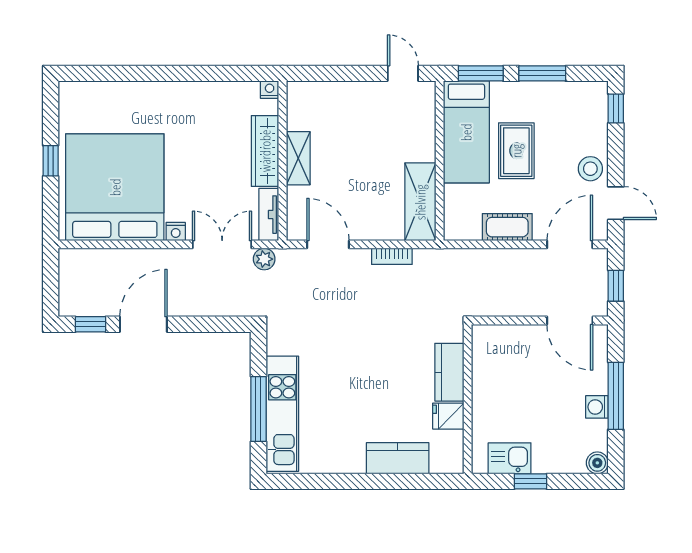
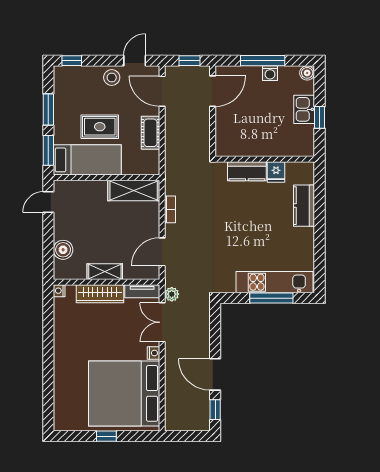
boiler: (331, 95) -> (63, 250), added
kitchen sink: (510, 458) -> (304, 109), moved

